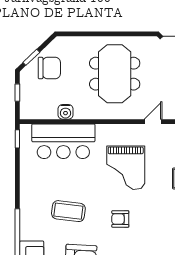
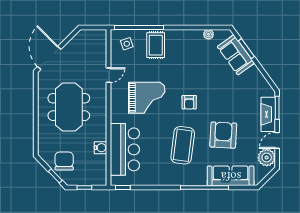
meeting table: (115, 74) -> (69, 107), turned 90
door: (153, 122) -> (108, 75), swing flipped
coffee table: (68, 211) -> (183, 145), width x1.36, depth x1.32

